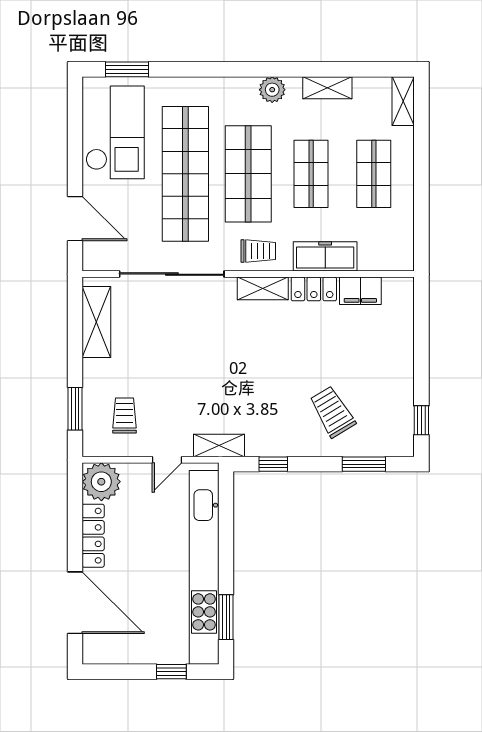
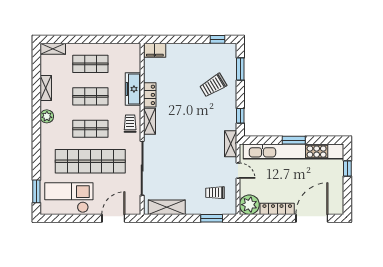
shop shelf: (248, 174) -> (90, 129), width x0.70, depth x0.74
filing cabinet: (360, 291) -> (155, 50), moved, turned 90
window: (226, 617) -> (294, 140), moved

